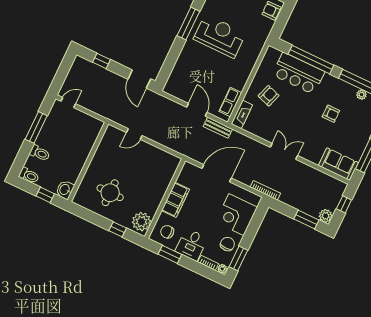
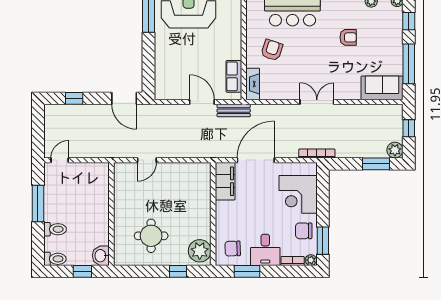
filing cabinet: (175, 200) -> (225, 181), moved
chair: (227, 244) -> (304, 231), turned -90

